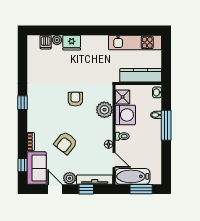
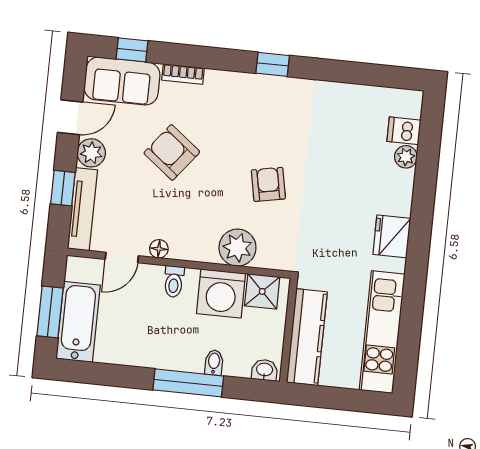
fridge: (72, 43) -> (392, 236), moved
armchair: (75, 99) -> (268, 184), turned -101
bathtub: (133, 176) -> (78, 322), moved

